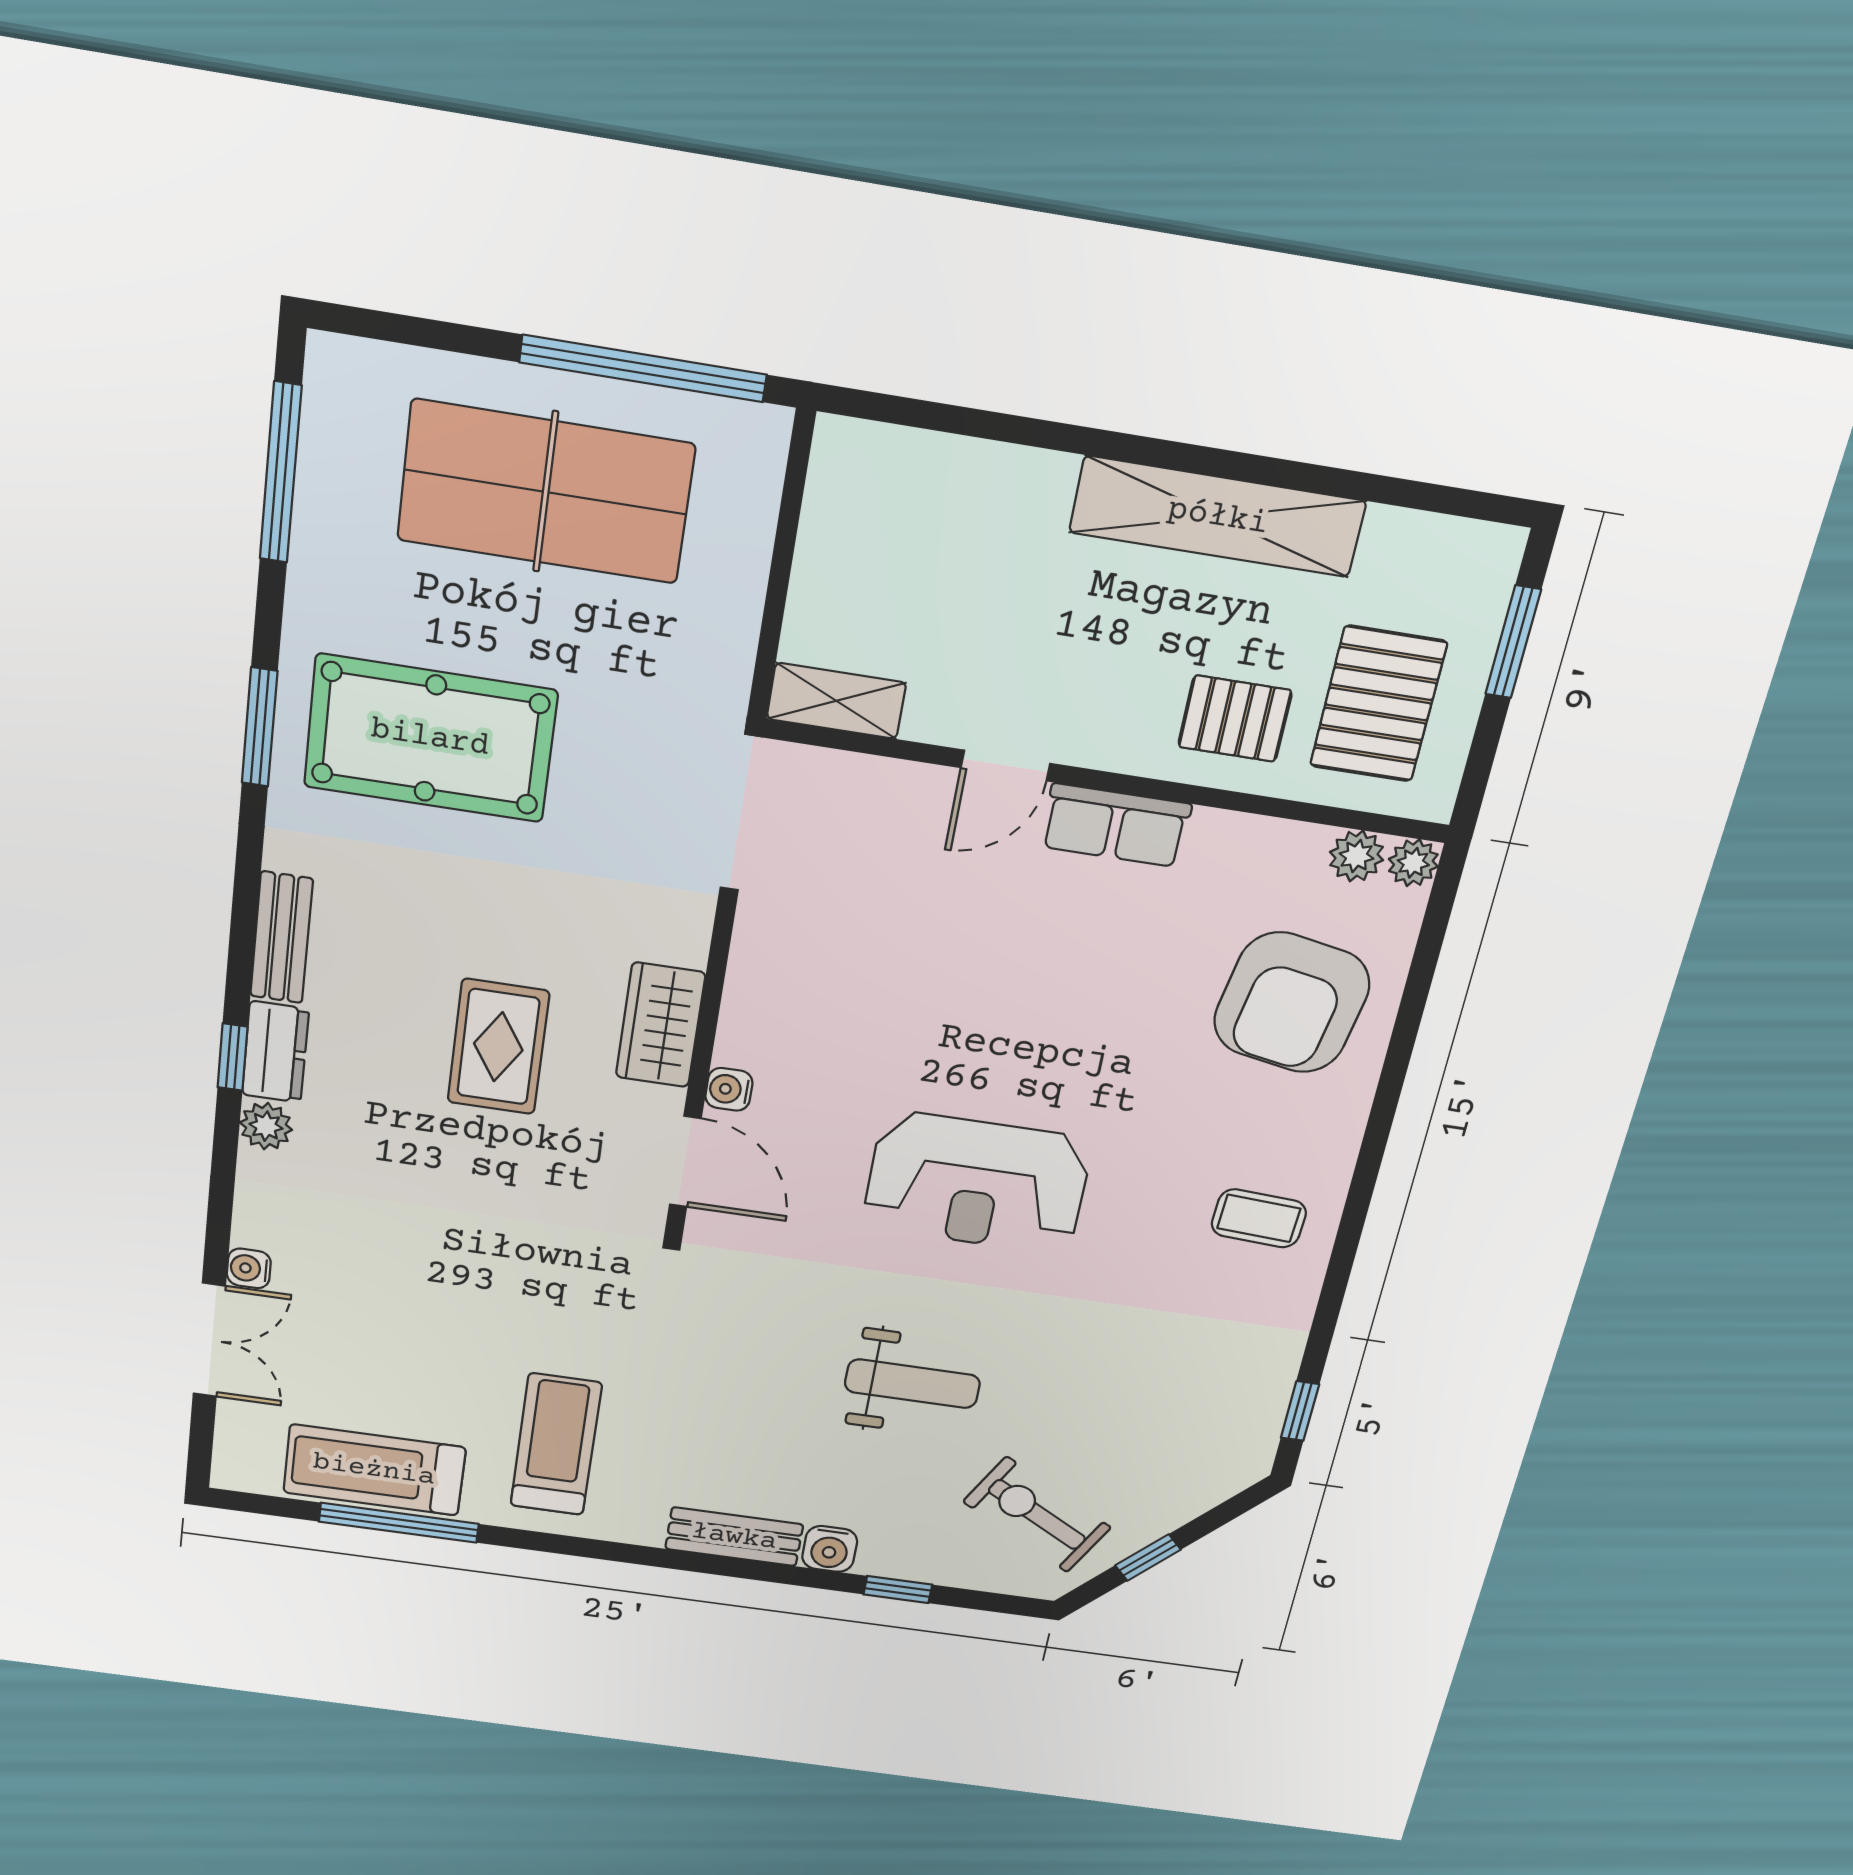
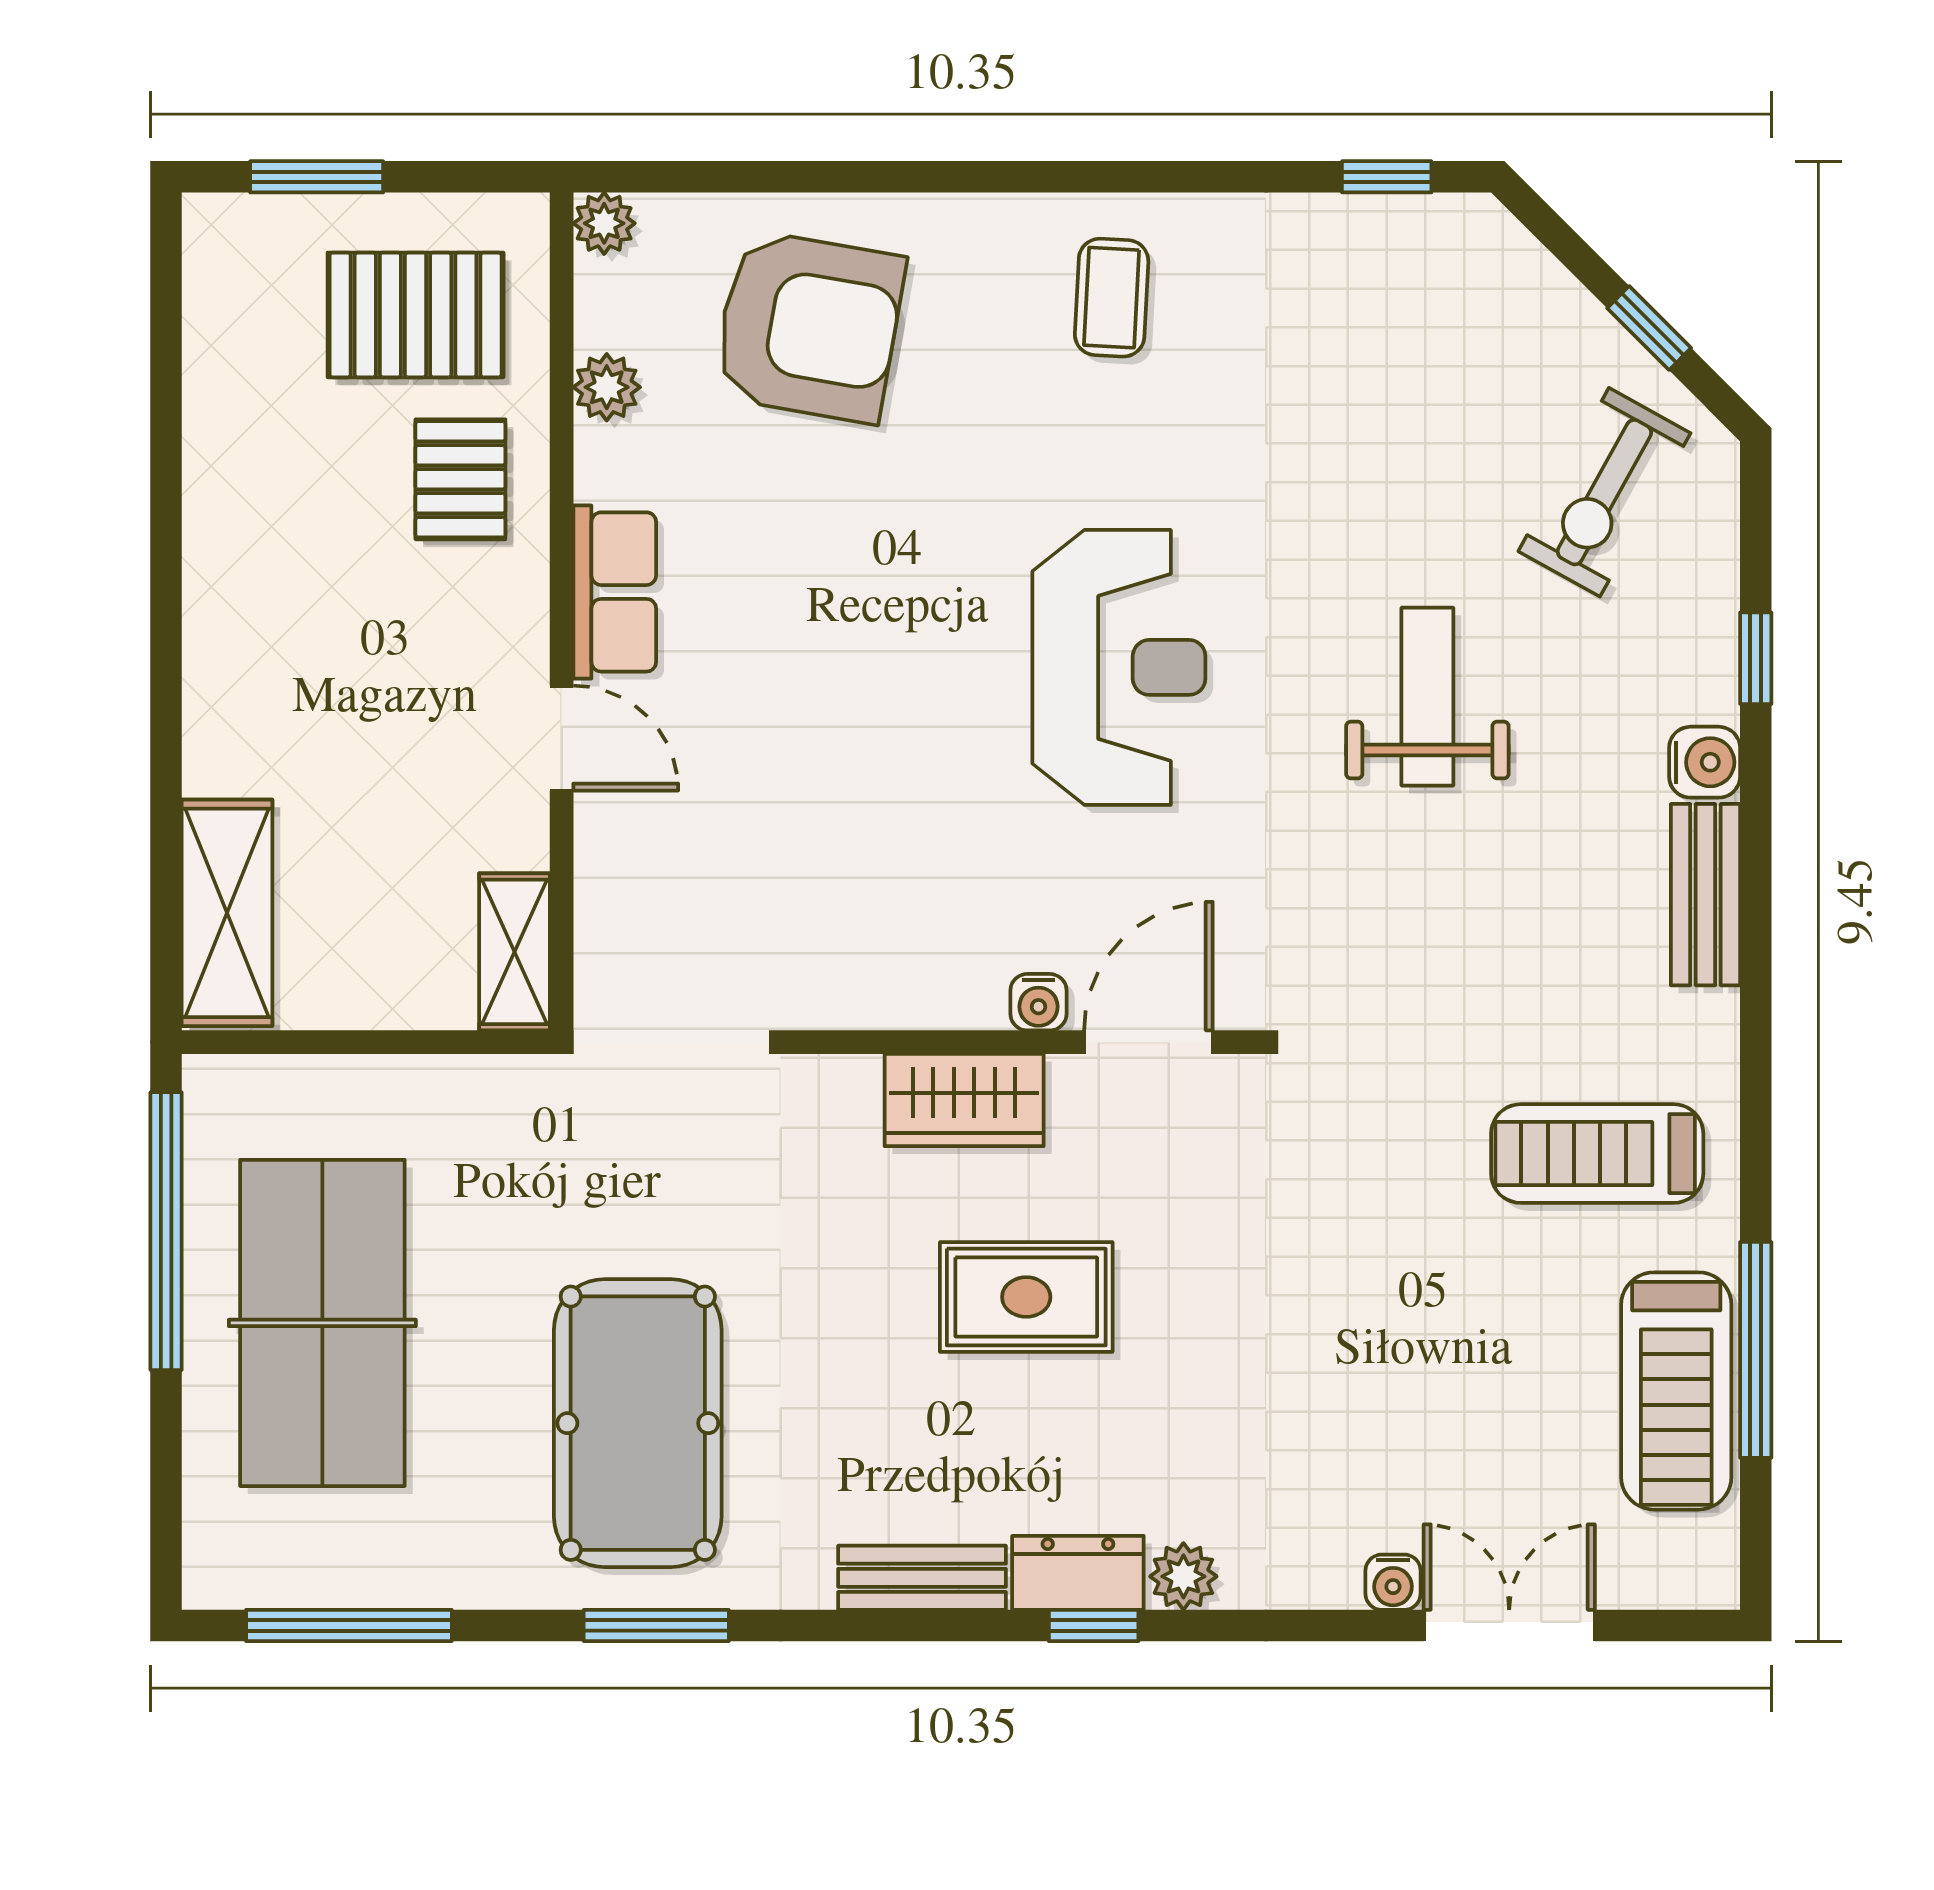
shelving: (1218, 517) -> (227, 913), moved, width x0.68
plant: (1357, 856) -> (607, 387), moved

